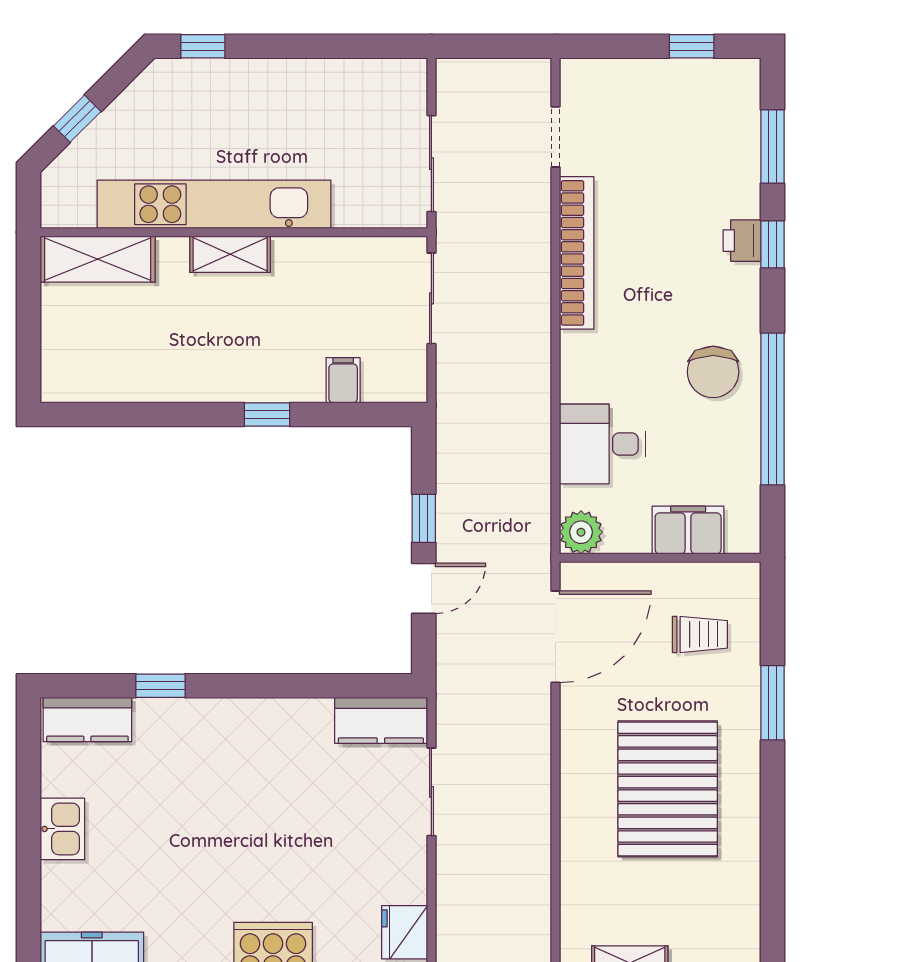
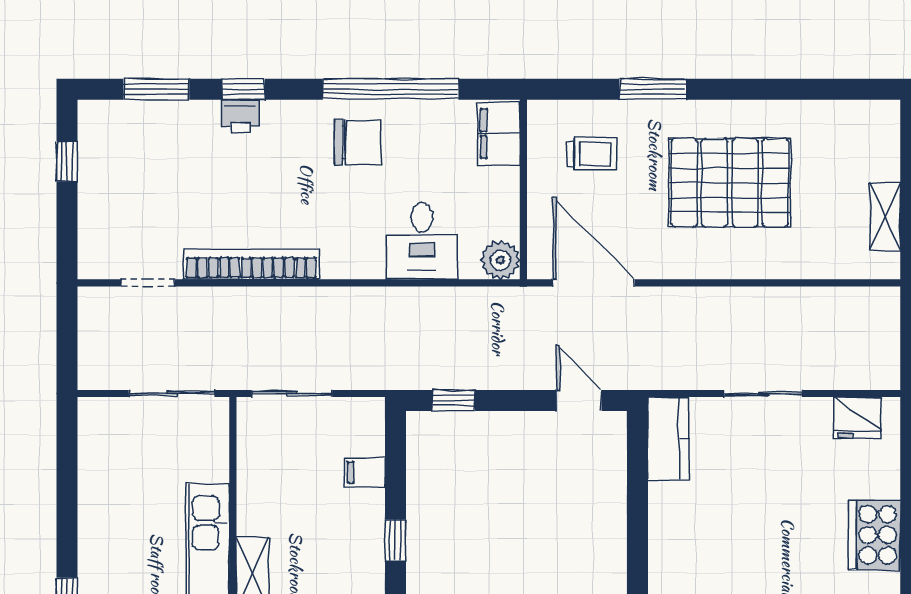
window: (424, 518) -> (454, 400), moved
filing cabinet: (688, 530) -> (499, 134), moved
door: (424, 588) -> (579, 400), moved
trolley: (700, 634) -> (592, 154), turned 90
sliding door: (431, 792) -> (763, 393), moved

